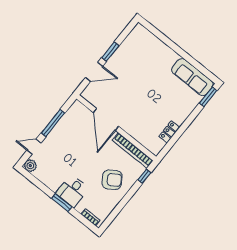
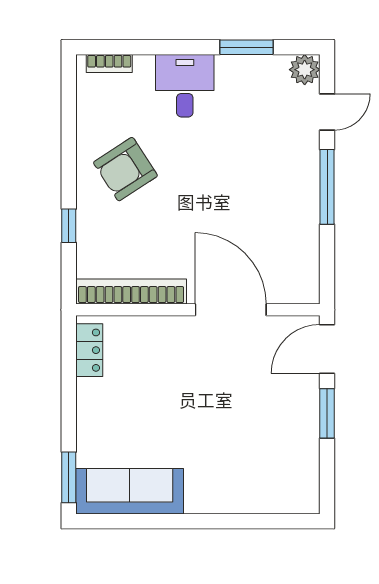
door: (106, 119) -> (231, 310), moved
wall: (116, 128) -> (198, 310), moved
bookcase: (133, 150) -> (131, 292), moved
window: (62, 203) -> (246, 47), moved

